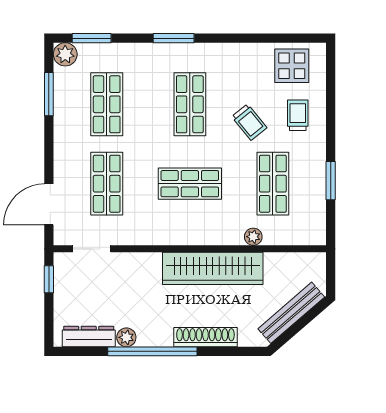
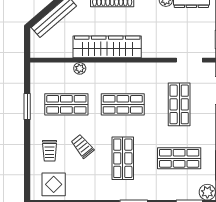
shop shelf: (107, 104) -> (179, 158), turned 90
shop shelf: (273, 184) -> (66, 104), turned 90

